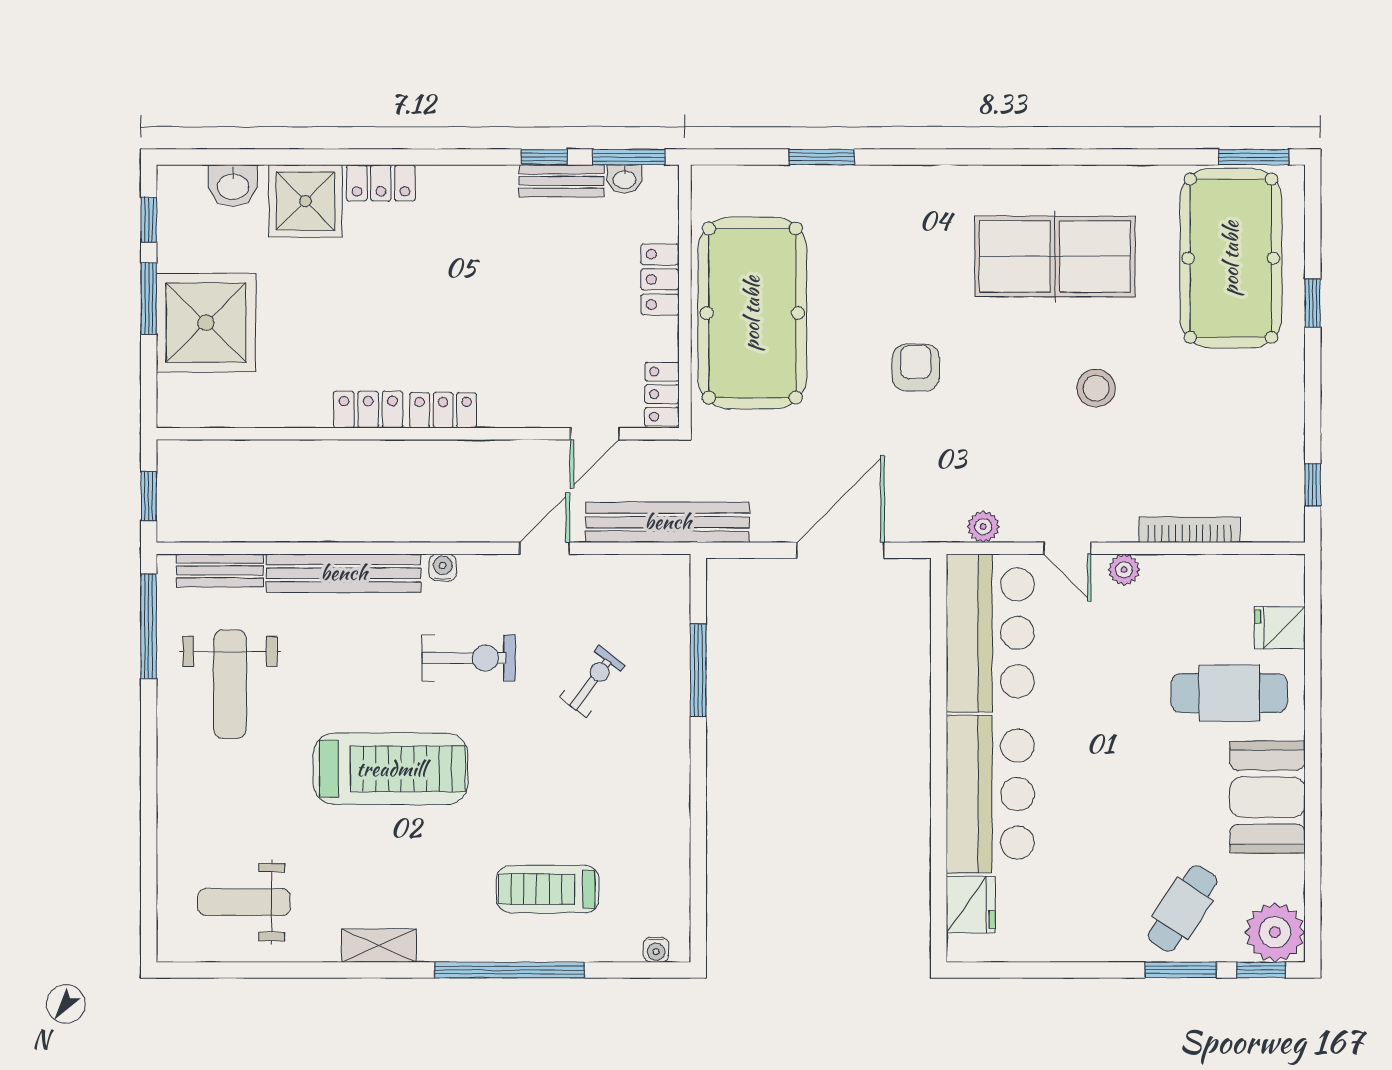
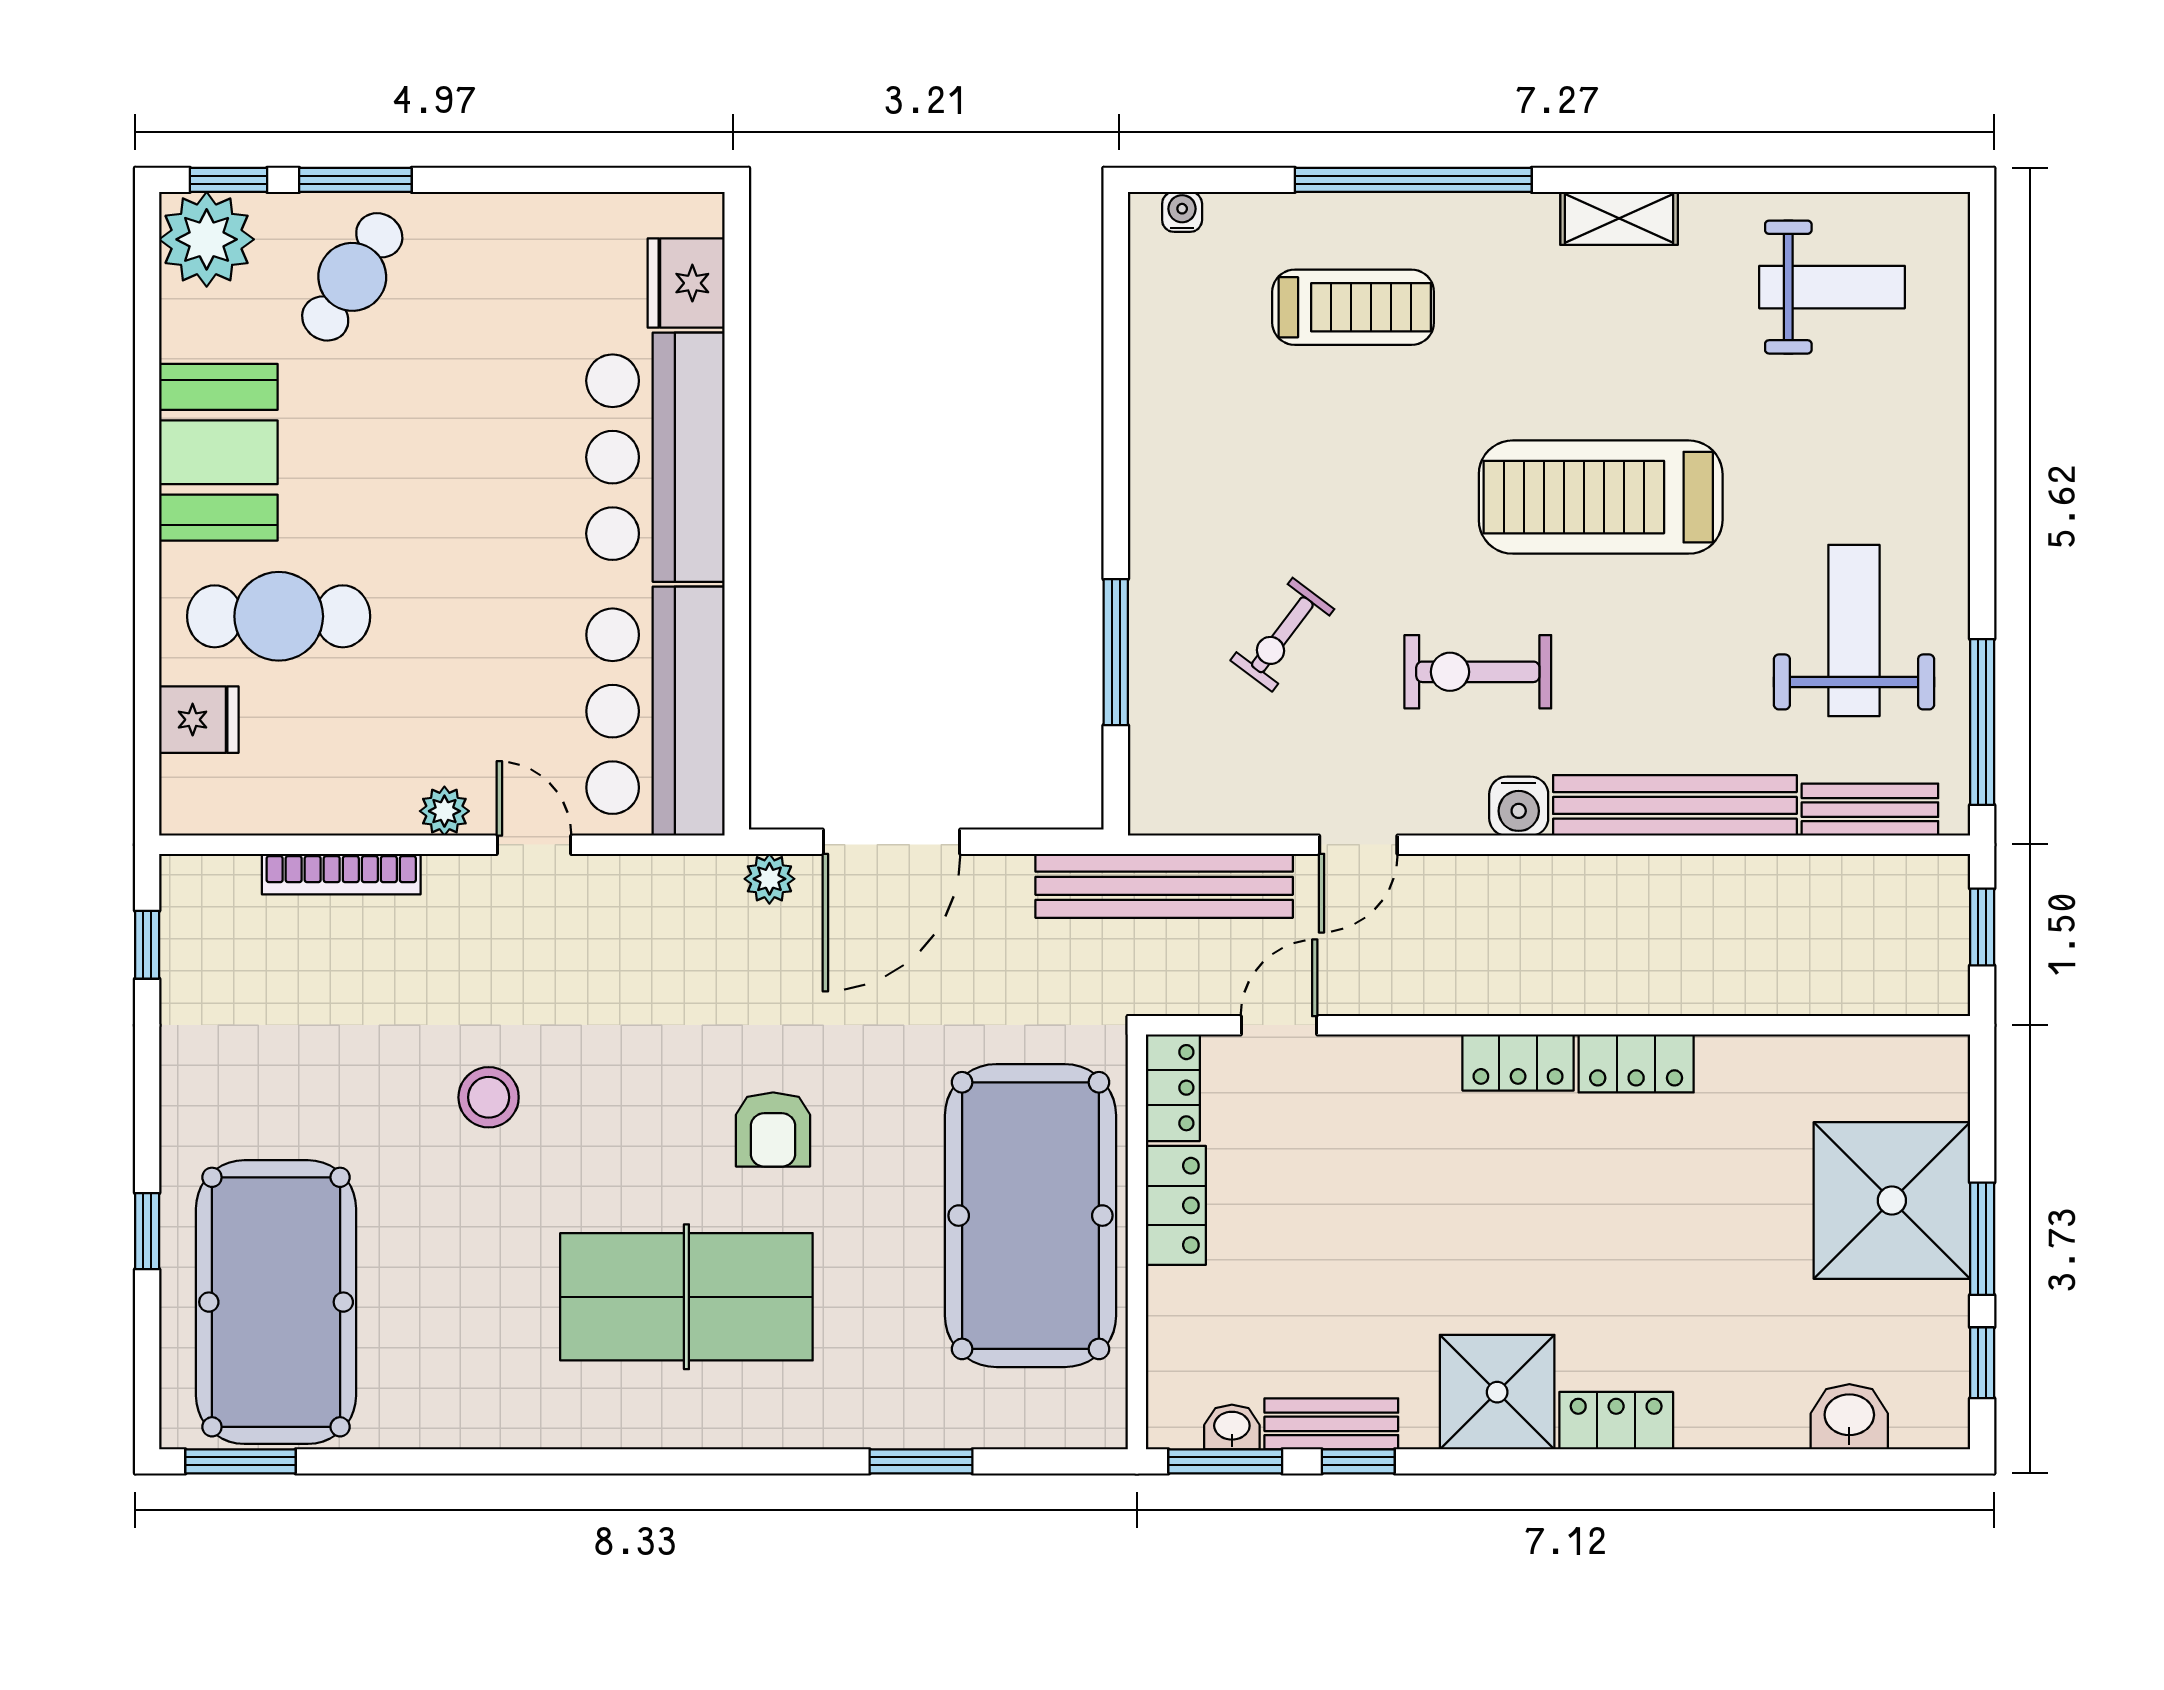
shower: (305, 201) -> (1497, 1392), moved
table tennis table: (1055, 256) -> (686, 1297), moved
locker: (660, 279) -> (1176, 1205), moved
plant: (983, 527) -> (769, 879), moved
water cooler: (443, 568) -> (1519, 806), width x1.38, depth x1.38

